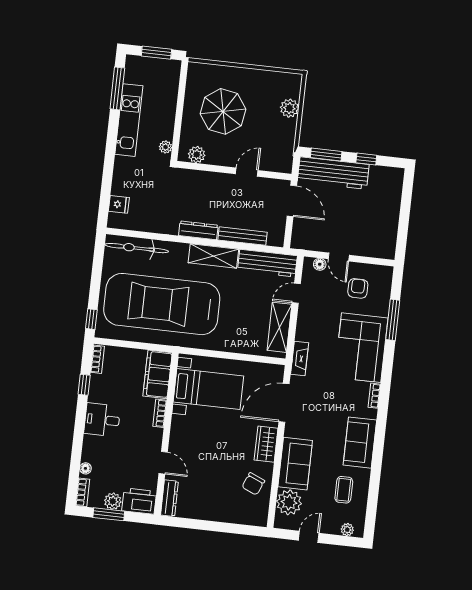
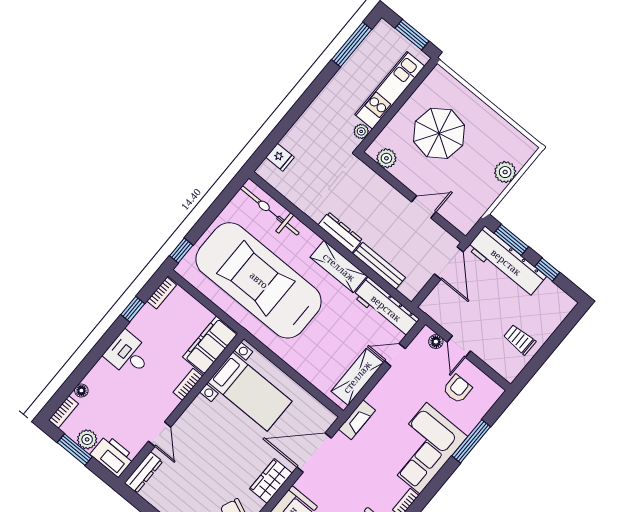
kitchen unit: (129, 120) -> (390, 90), moved, turned 180
trolley: (380, 223) -> (520, 340), added

